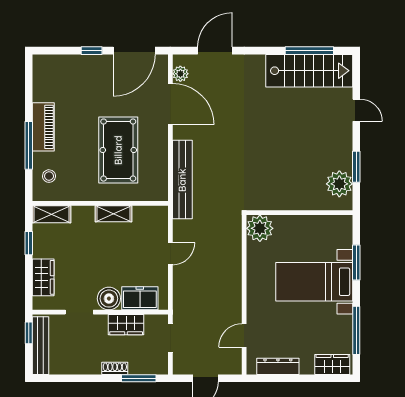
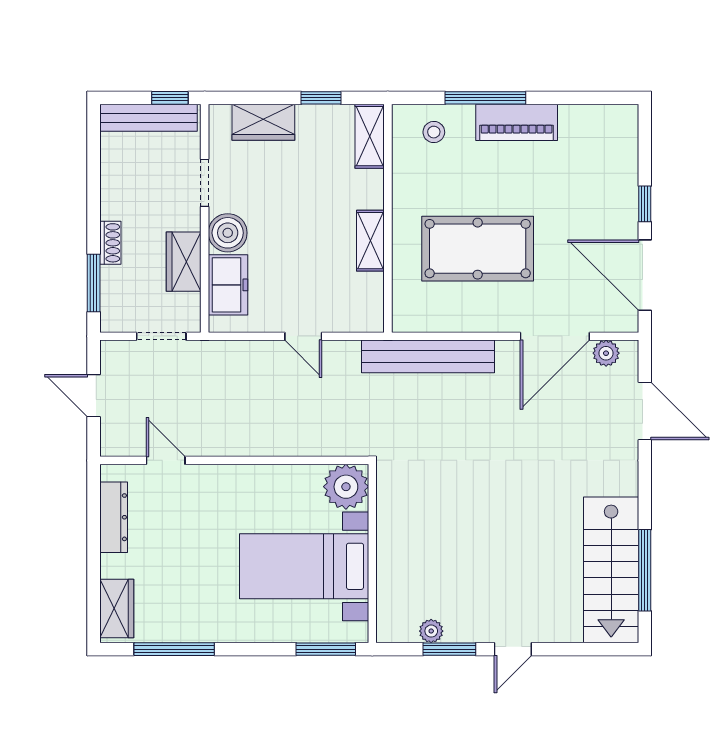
door: (356, 110) -> (513, 649), moved
plant: (339, 184) -> (431, 631), width x0.53, depth x0.53
window: (356, 262) -> (326, 649), moved
bed with nightstands: (314, 282) -> (304, 566), moved, turned -90

